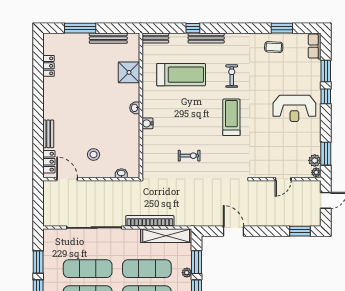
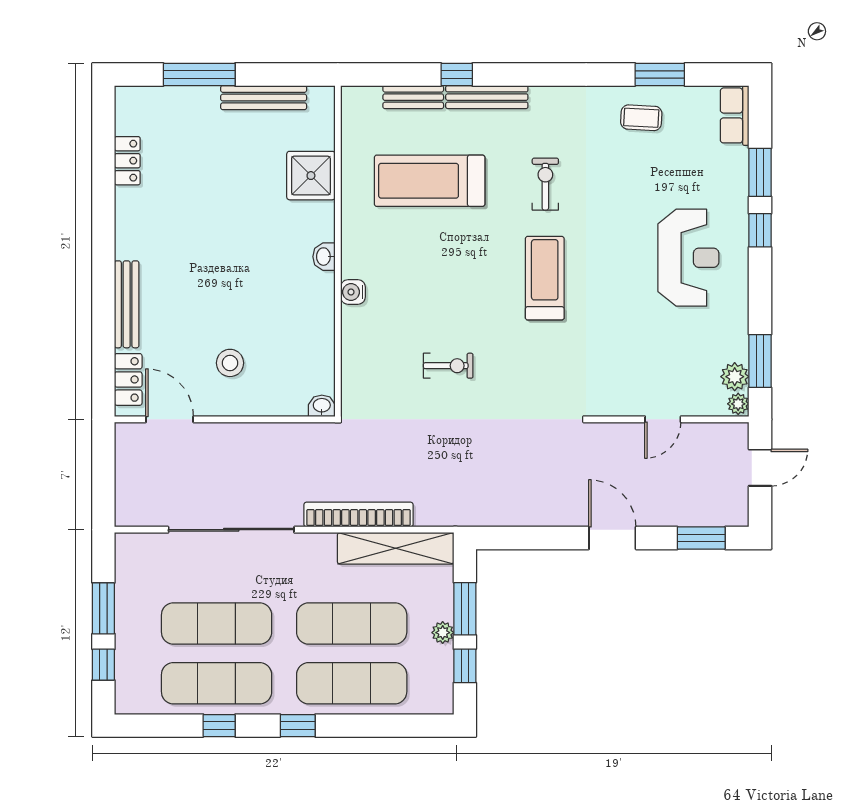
bench: (155, 38) -> (413, 97), moved
treadmill: (181, 75) -> (430, 181), turned 180
reception desk: (294, 108) -> (688, 258), turned -90
bench: (48, 134) -> (127, 304), width x1.36
washbasin: (121, 173) -> (322, 406), moved
door: (234, 231) -> (612, 538), moved

